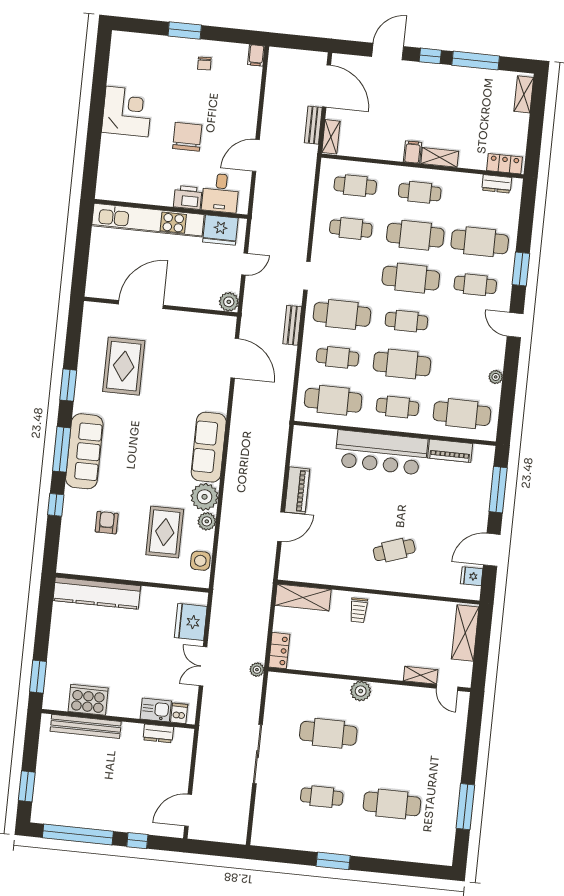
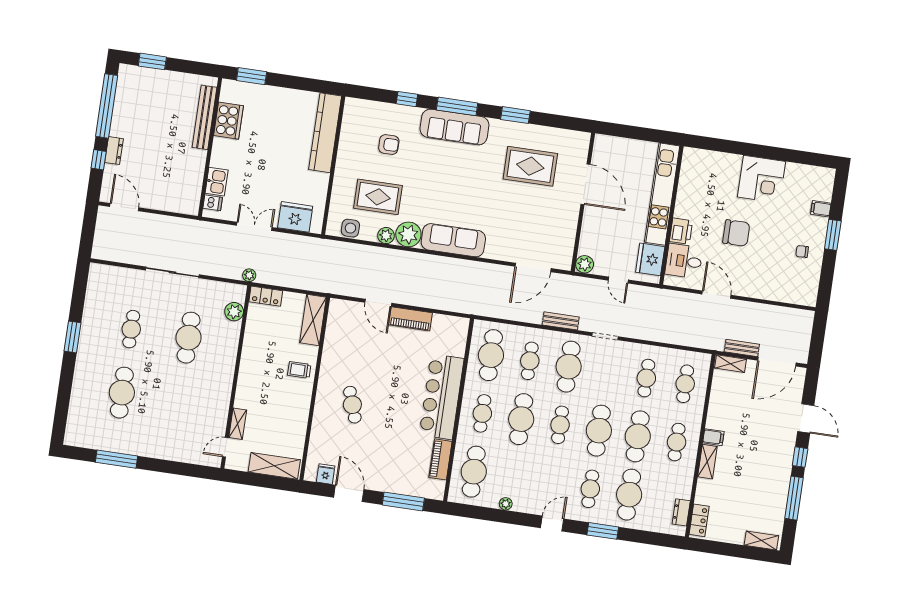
filing cabinet: (256, 55) -> (821, 209), moved
plant: (361, 691) -> (234, 312), moved
dresser: (158, 733) -> (114, 151), moved, turned 180

